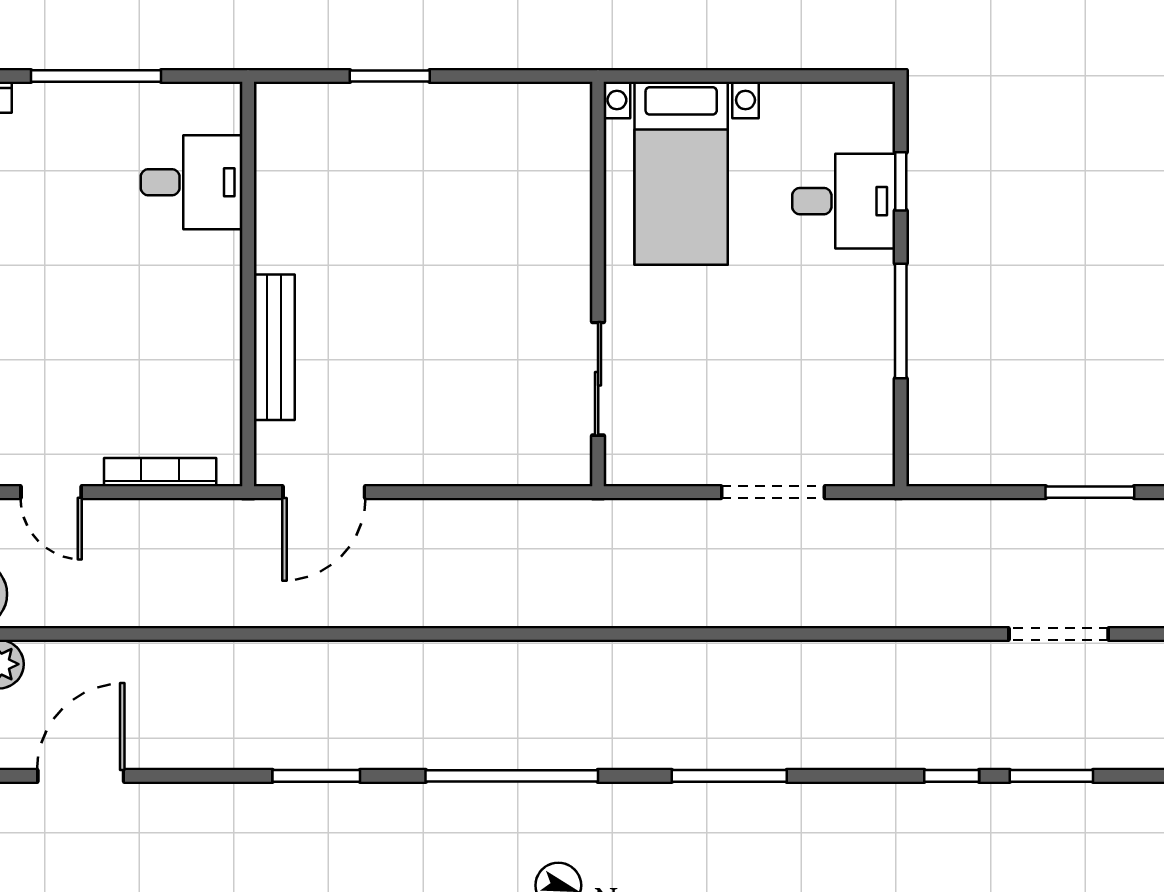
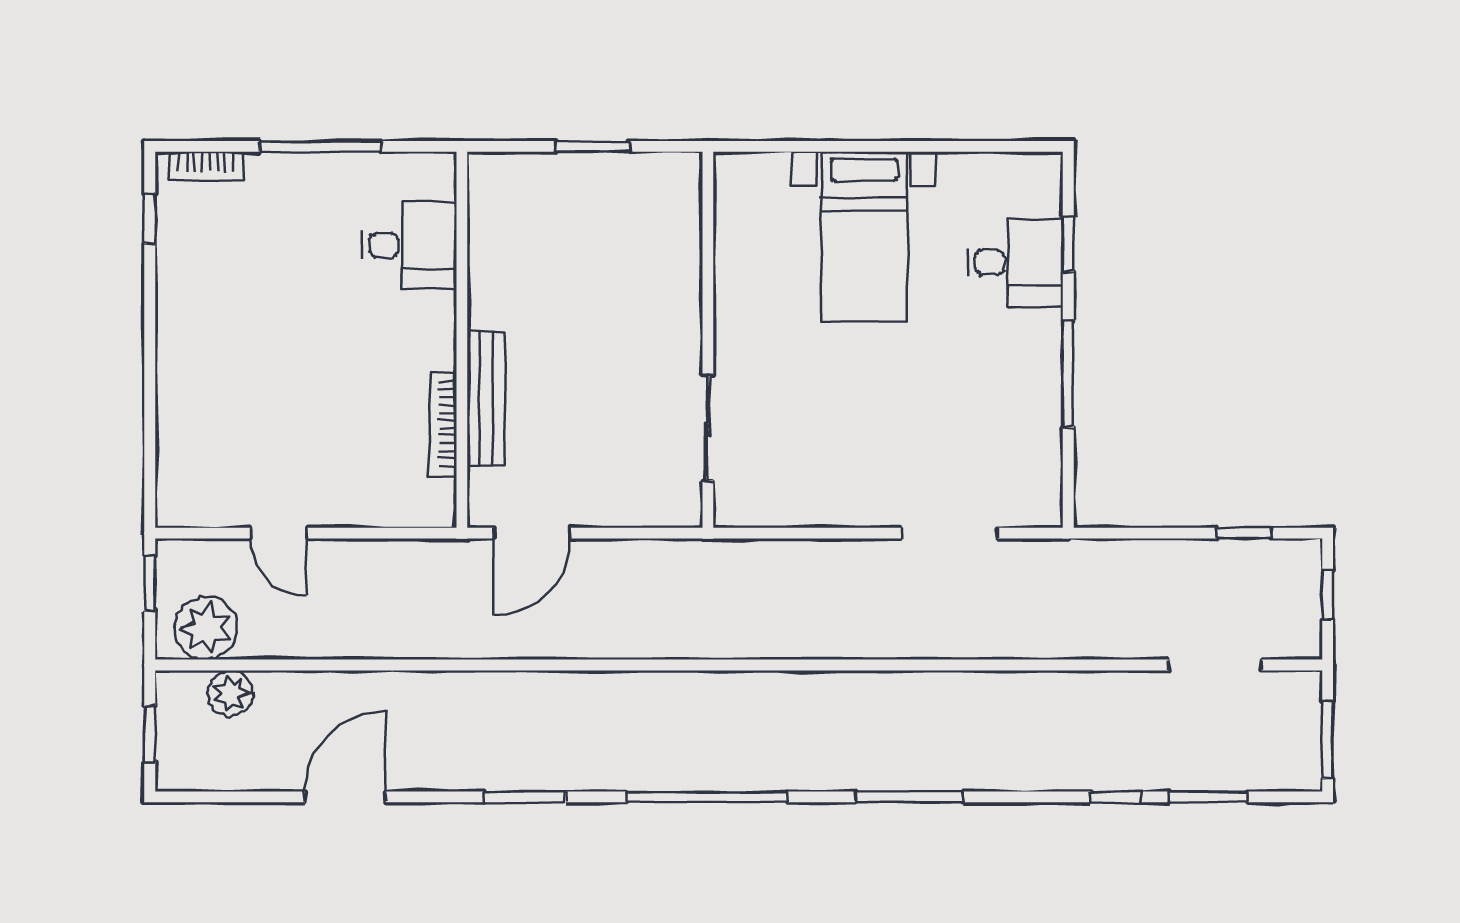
wall: (598, 284) -> (708, 340), moved
sliding door: (598, 379) -> (708, 428), moved
bookcase: (160, 472) -> (443, 424), moved, turned -90
window: (1090, 492) -> (1244, 533), width x0.67
door: (81, 776) -> (345, 797), moved

